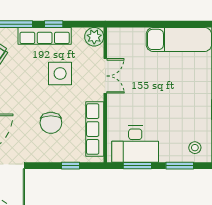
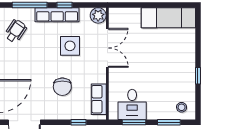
double door: (105, 76) -> (107, 48), width x1.37
row of seats: (95, 129) -> (99, 99), width x0.68
desk: (135, 144) -> (132, 104), width x0.73

